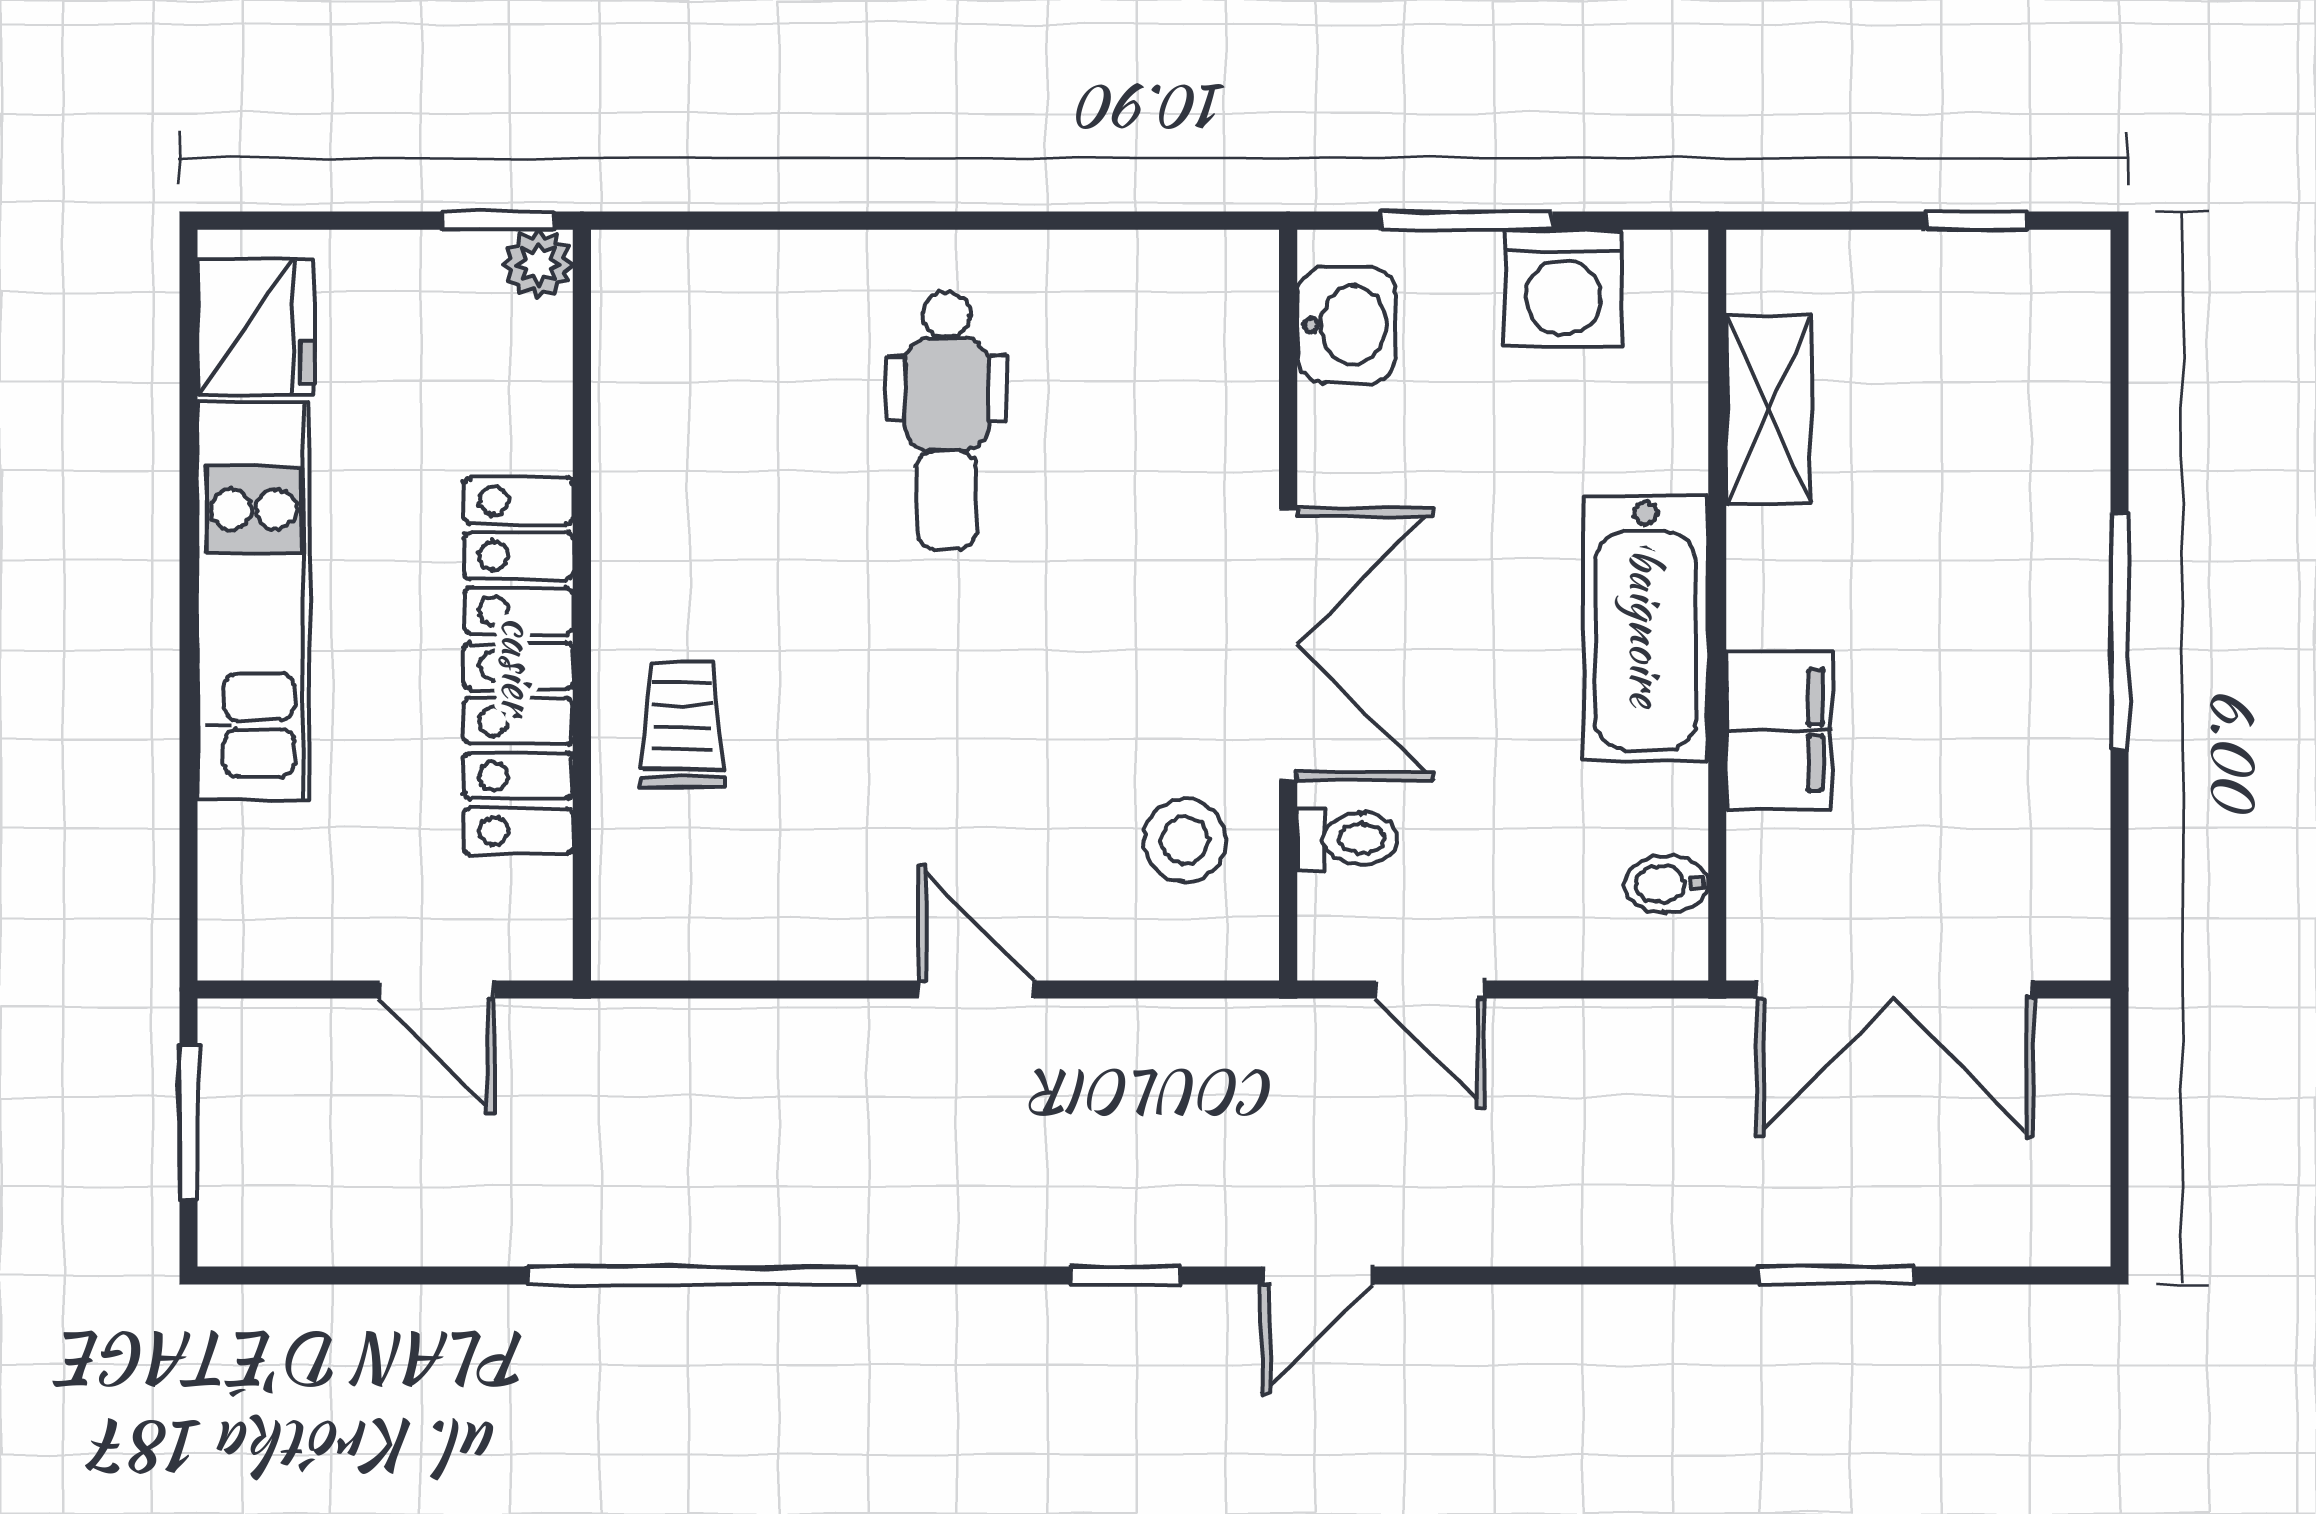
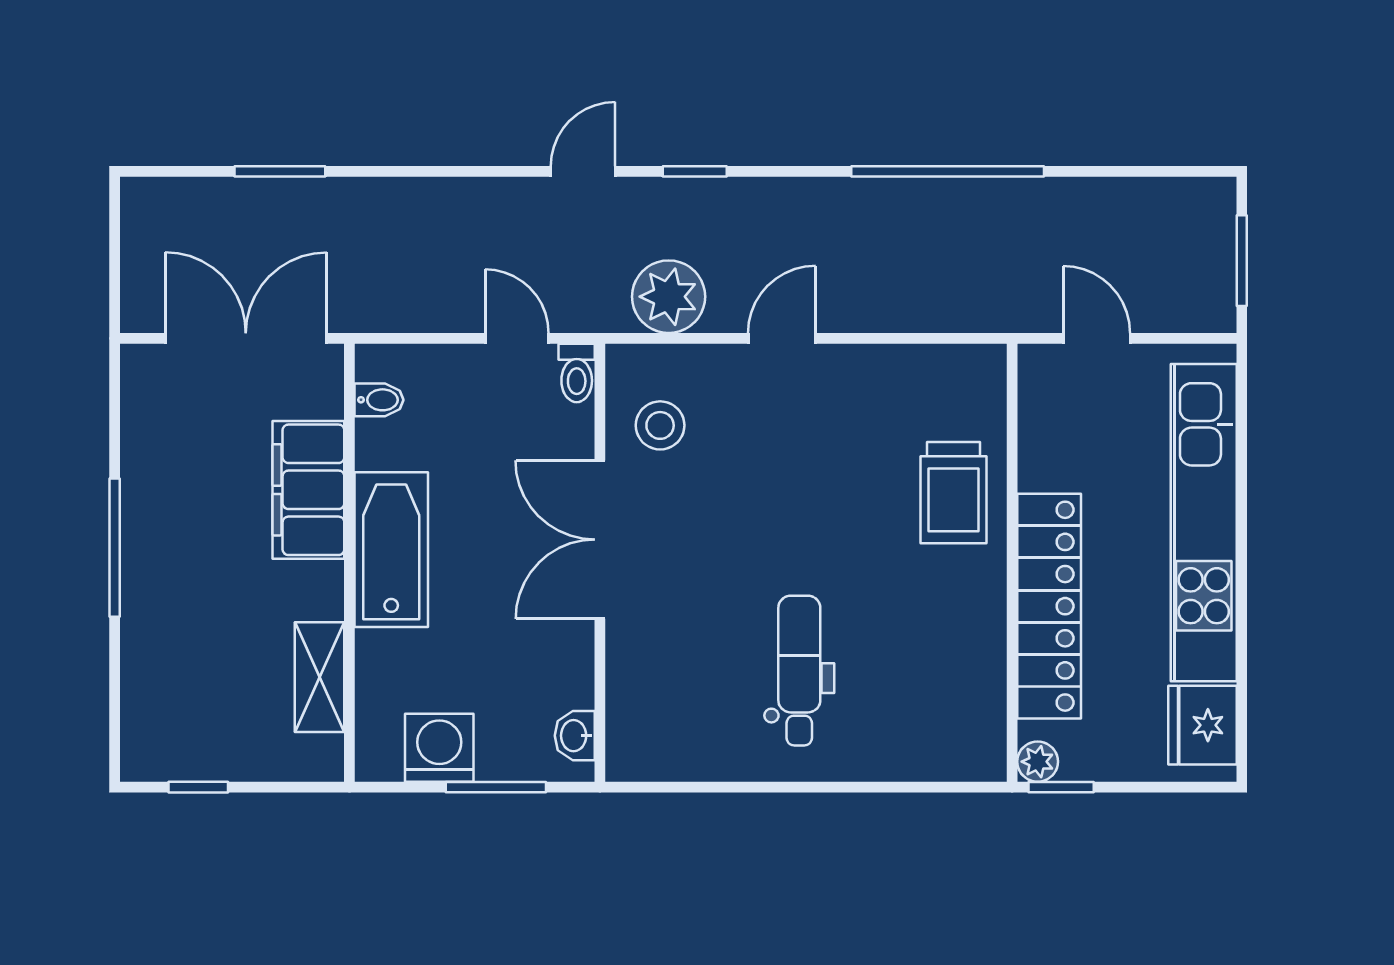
washbasin: (1347, 325) -> (575, 736), width x0.72, depth x0.69
kitchen unit: (254, 601) -> (1204, 523), width x1.36
locker: (518, 666) -> (1049, 606), moved
trolley: (682, 725) -> (954, 493), width x1.36, depth x1.39
filing cabinet: (1779, 730) -> (308, 490), width x1.50, depth x1.17
toilet: (1347, 839) -> (577, 373), moved, turned -90
door: (976, 989) -> (782, 338), swing flipped
plant: (1170, 1061) -> (669, 297), added

